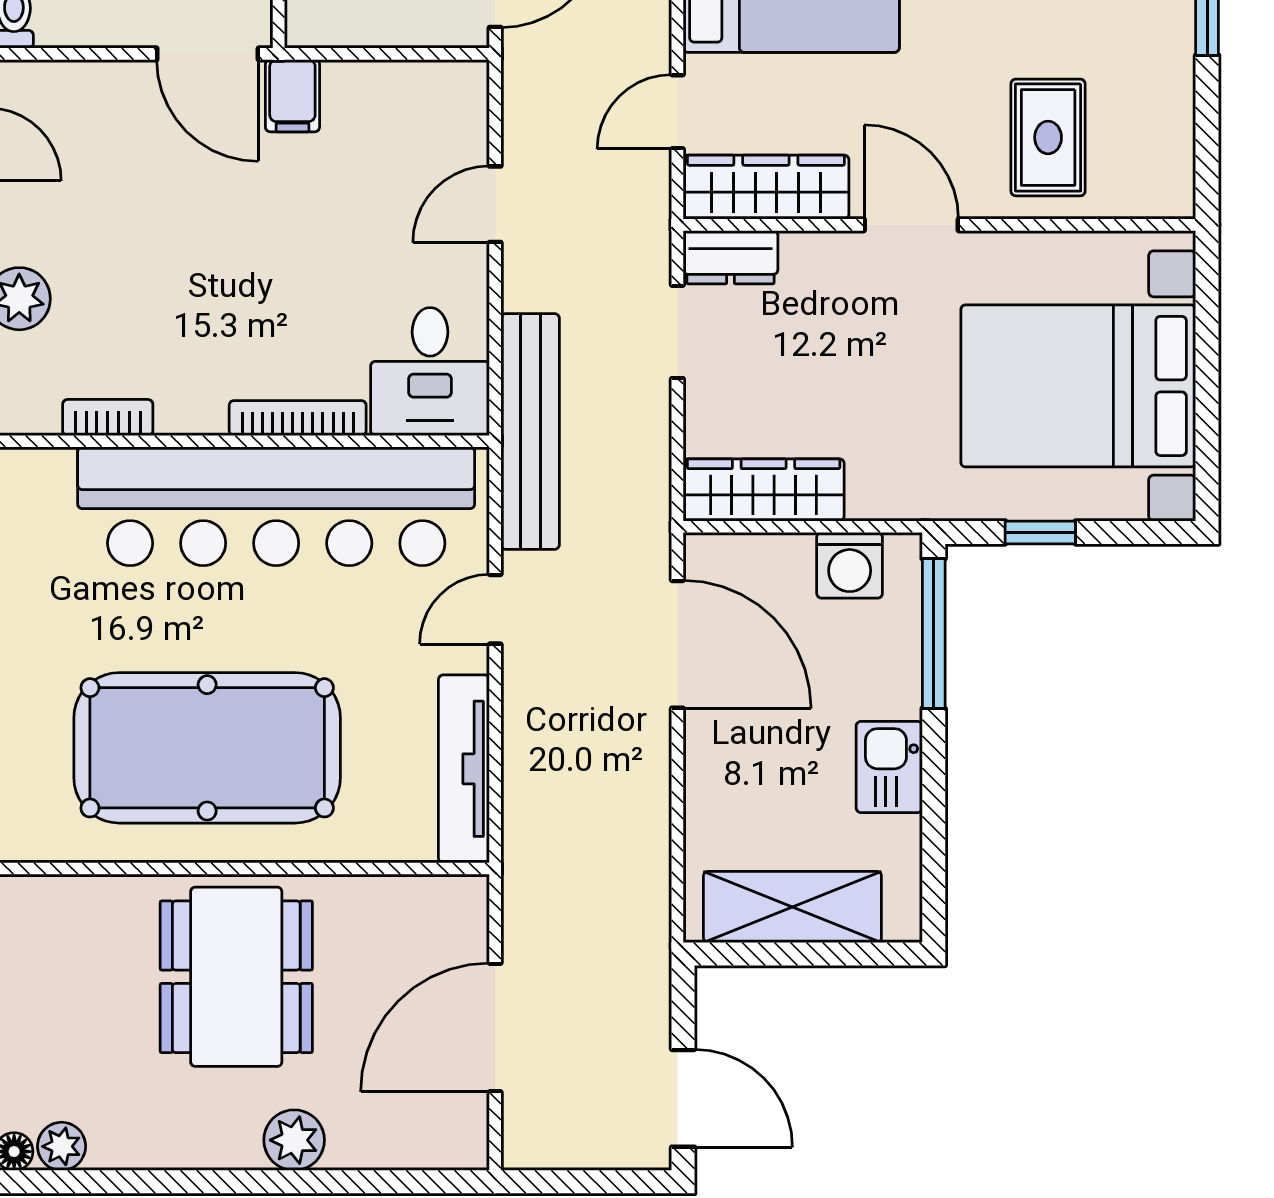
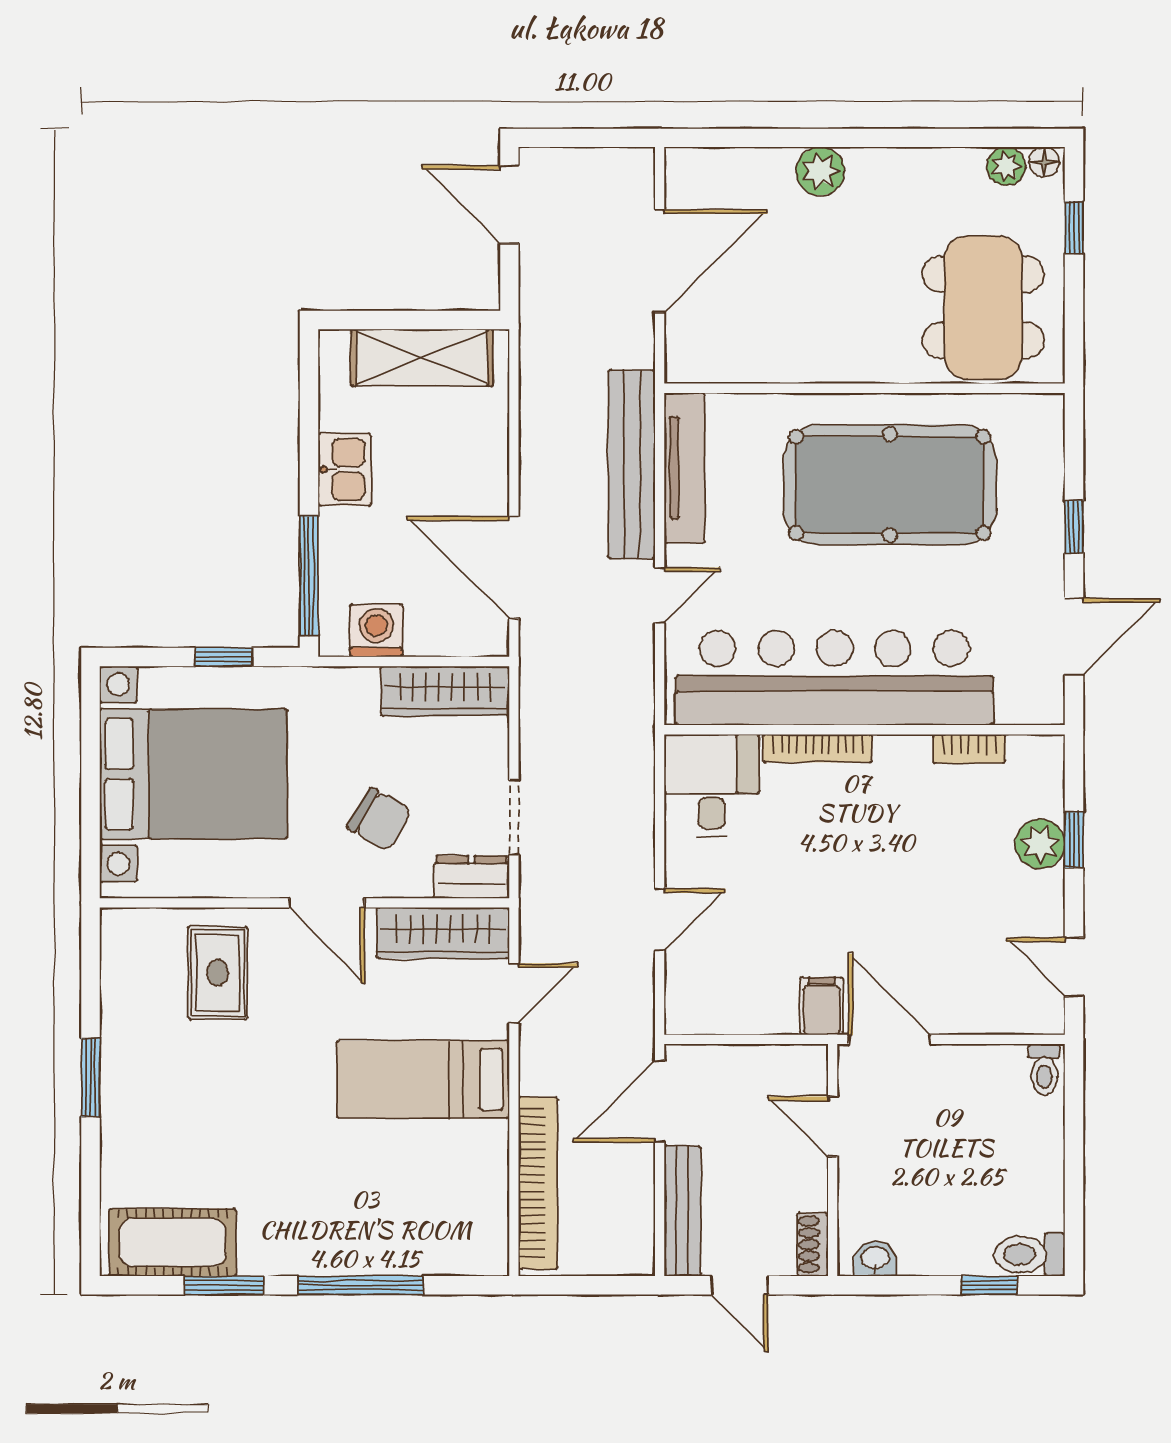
chair: (846, 329) -> (379, 819), added
bench: (530, 432) -> (632, 464), moved
dining table: (236, 977) -> (983, 307), moved

